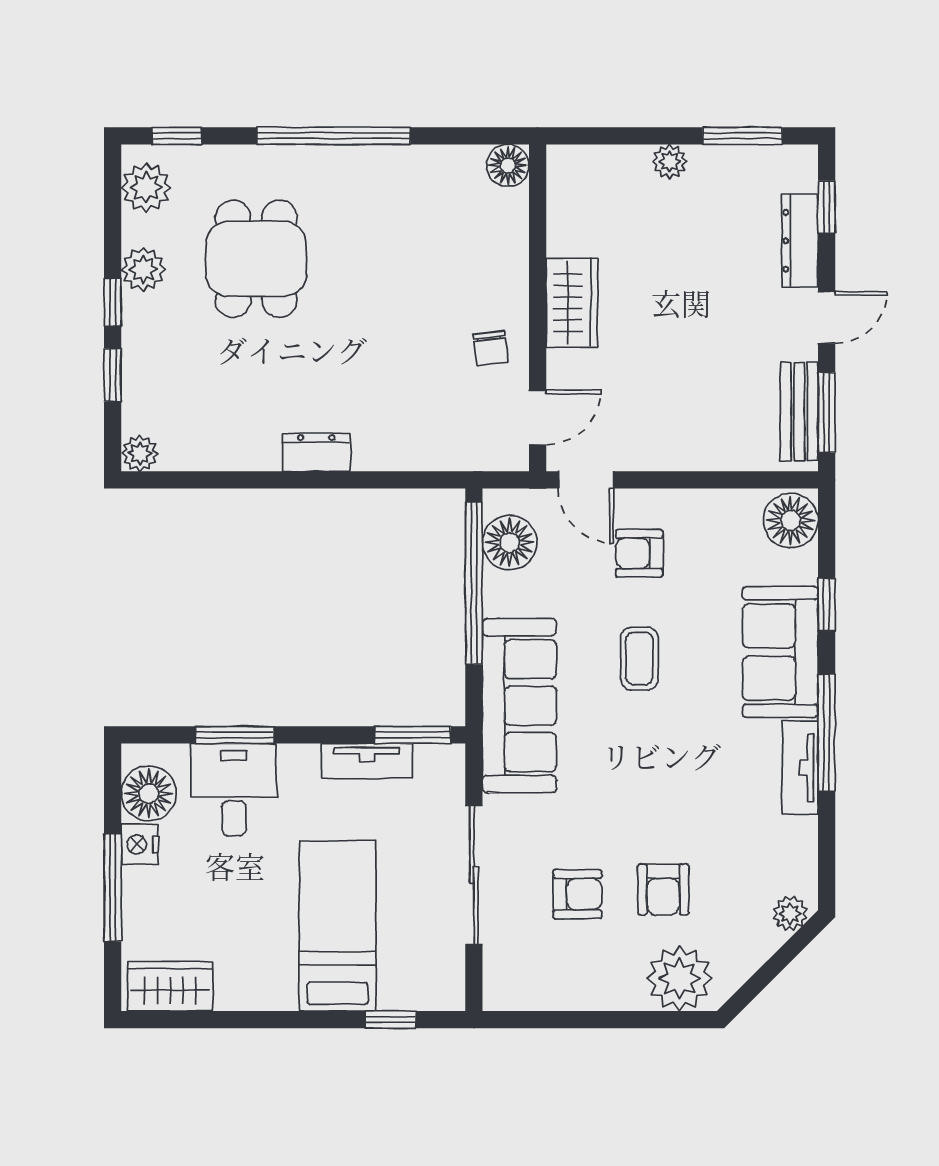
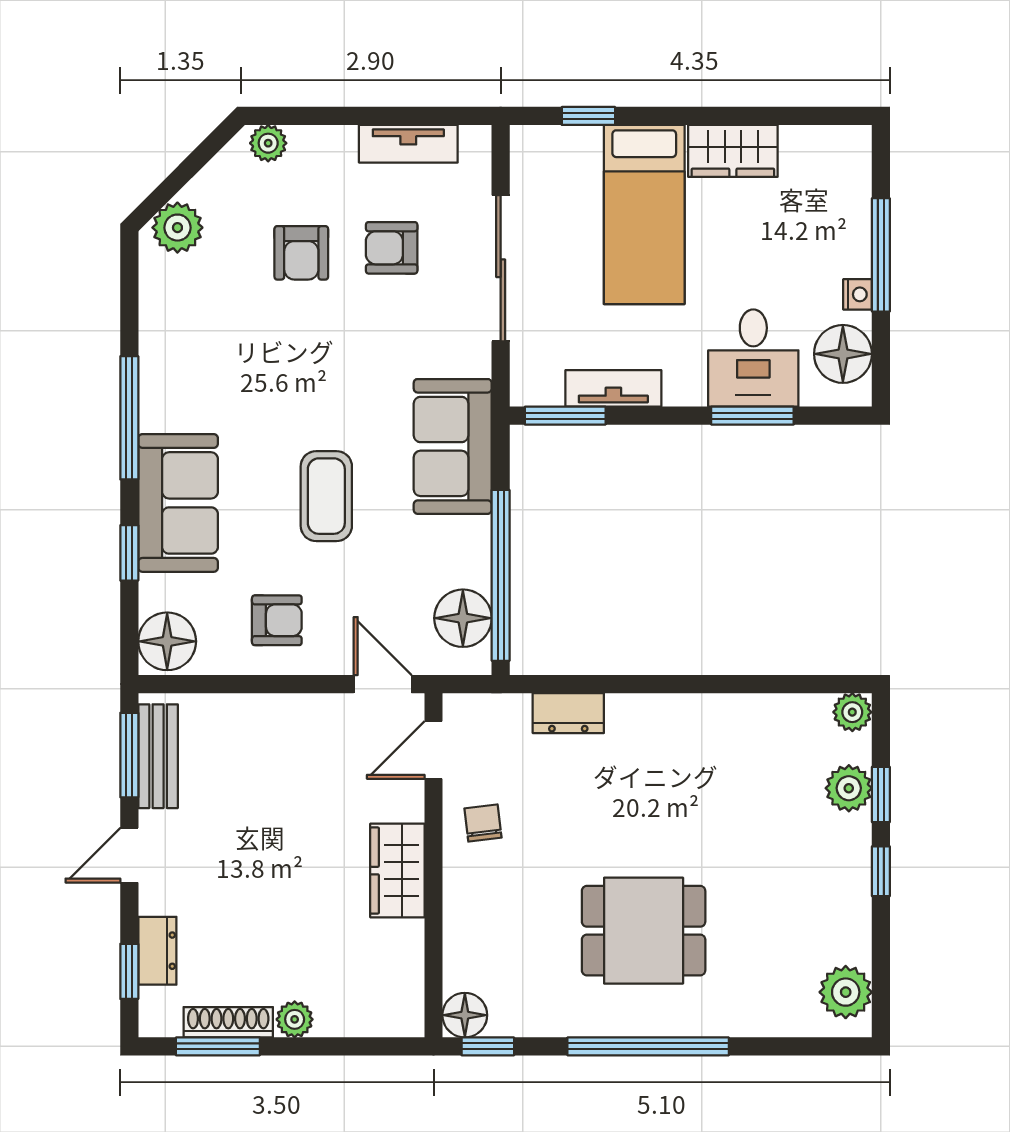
window: (177, 136) -> (488, 1046), moved
shoe rack: (733, 159) -> (228, 1022), added
dresser: (800, 241) -> (157, 951), width x0.70
dining table: (256, 259) -> (644, 931), moved, turned 90
plant: (143, 269) -> (849, 788), moved
dresser: (316, 452) -> (568, 713), moved
armchair: (639, 553) -> (277, 620), moved
coffee table: (639, 658) -> (326, 496), width x1.36, depth x1.30
sofa: (519, 706) -> (453, 446), width x0.73
tv unit: (800, 768) -> (408, 144), moved, turned 90
nightstand: (140, 844) -> (858, 294), width x0.72, depth x0.74
armchair: (663, 890) -> (301, 253), turned 180
plant: (790, 914) -> (177, 228), width x1.38, depth x1.38
plant: (679, 979) -> (268, 143), width x0.53, depth x0.53
wardrobe: (170, 986) -> (733, 151), moved

